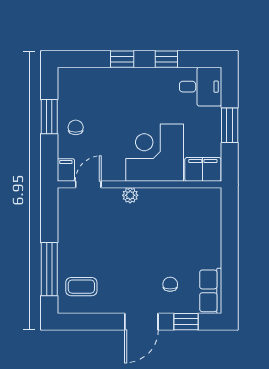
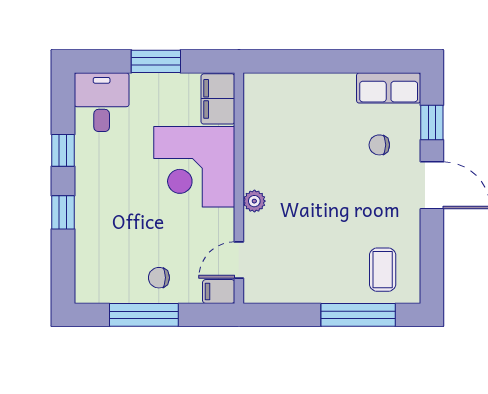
window: (49, 117) -> (144, 315), width x1.44
door: (88, 184) -> (239, 260), hinge flipped

